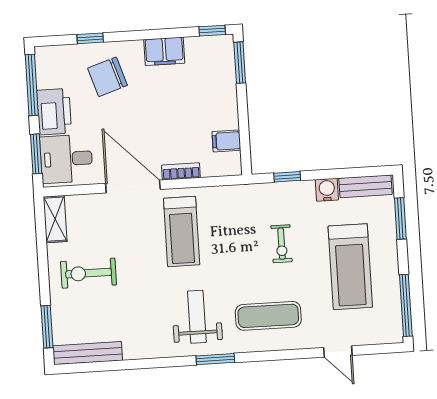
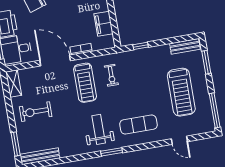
filing cabinet: (226, 141) -> (104, 24), width x2.00
water cooler: (327, 190) -> (164, 51), removed
exercise bike: (282, 244) -> (111, 75), moved

